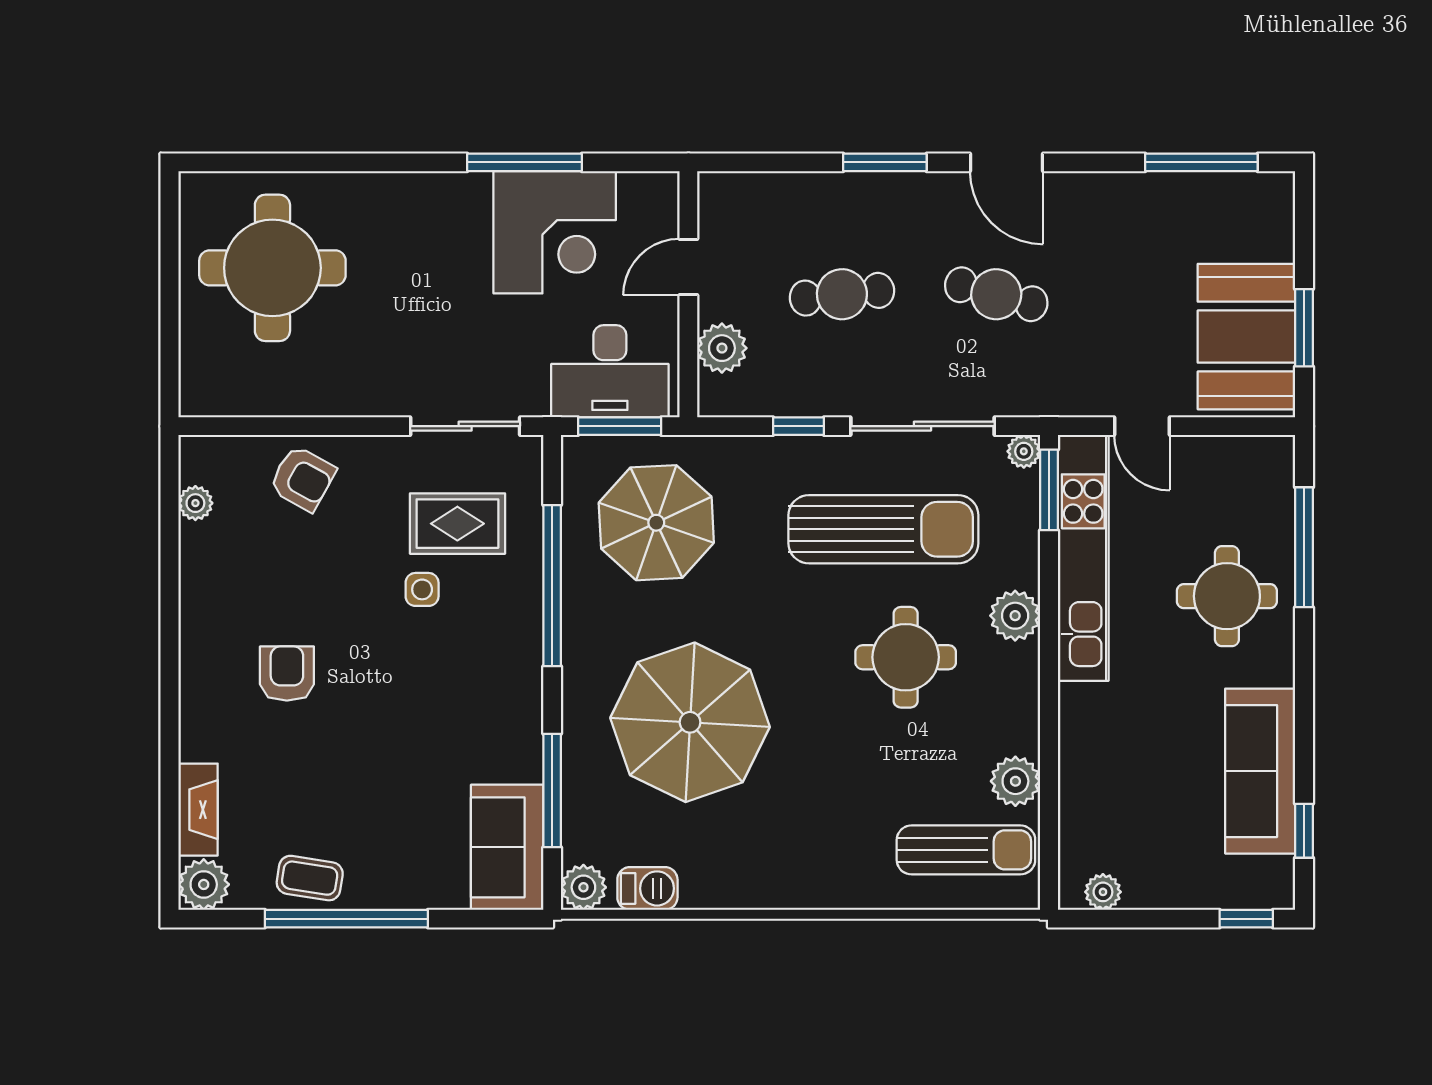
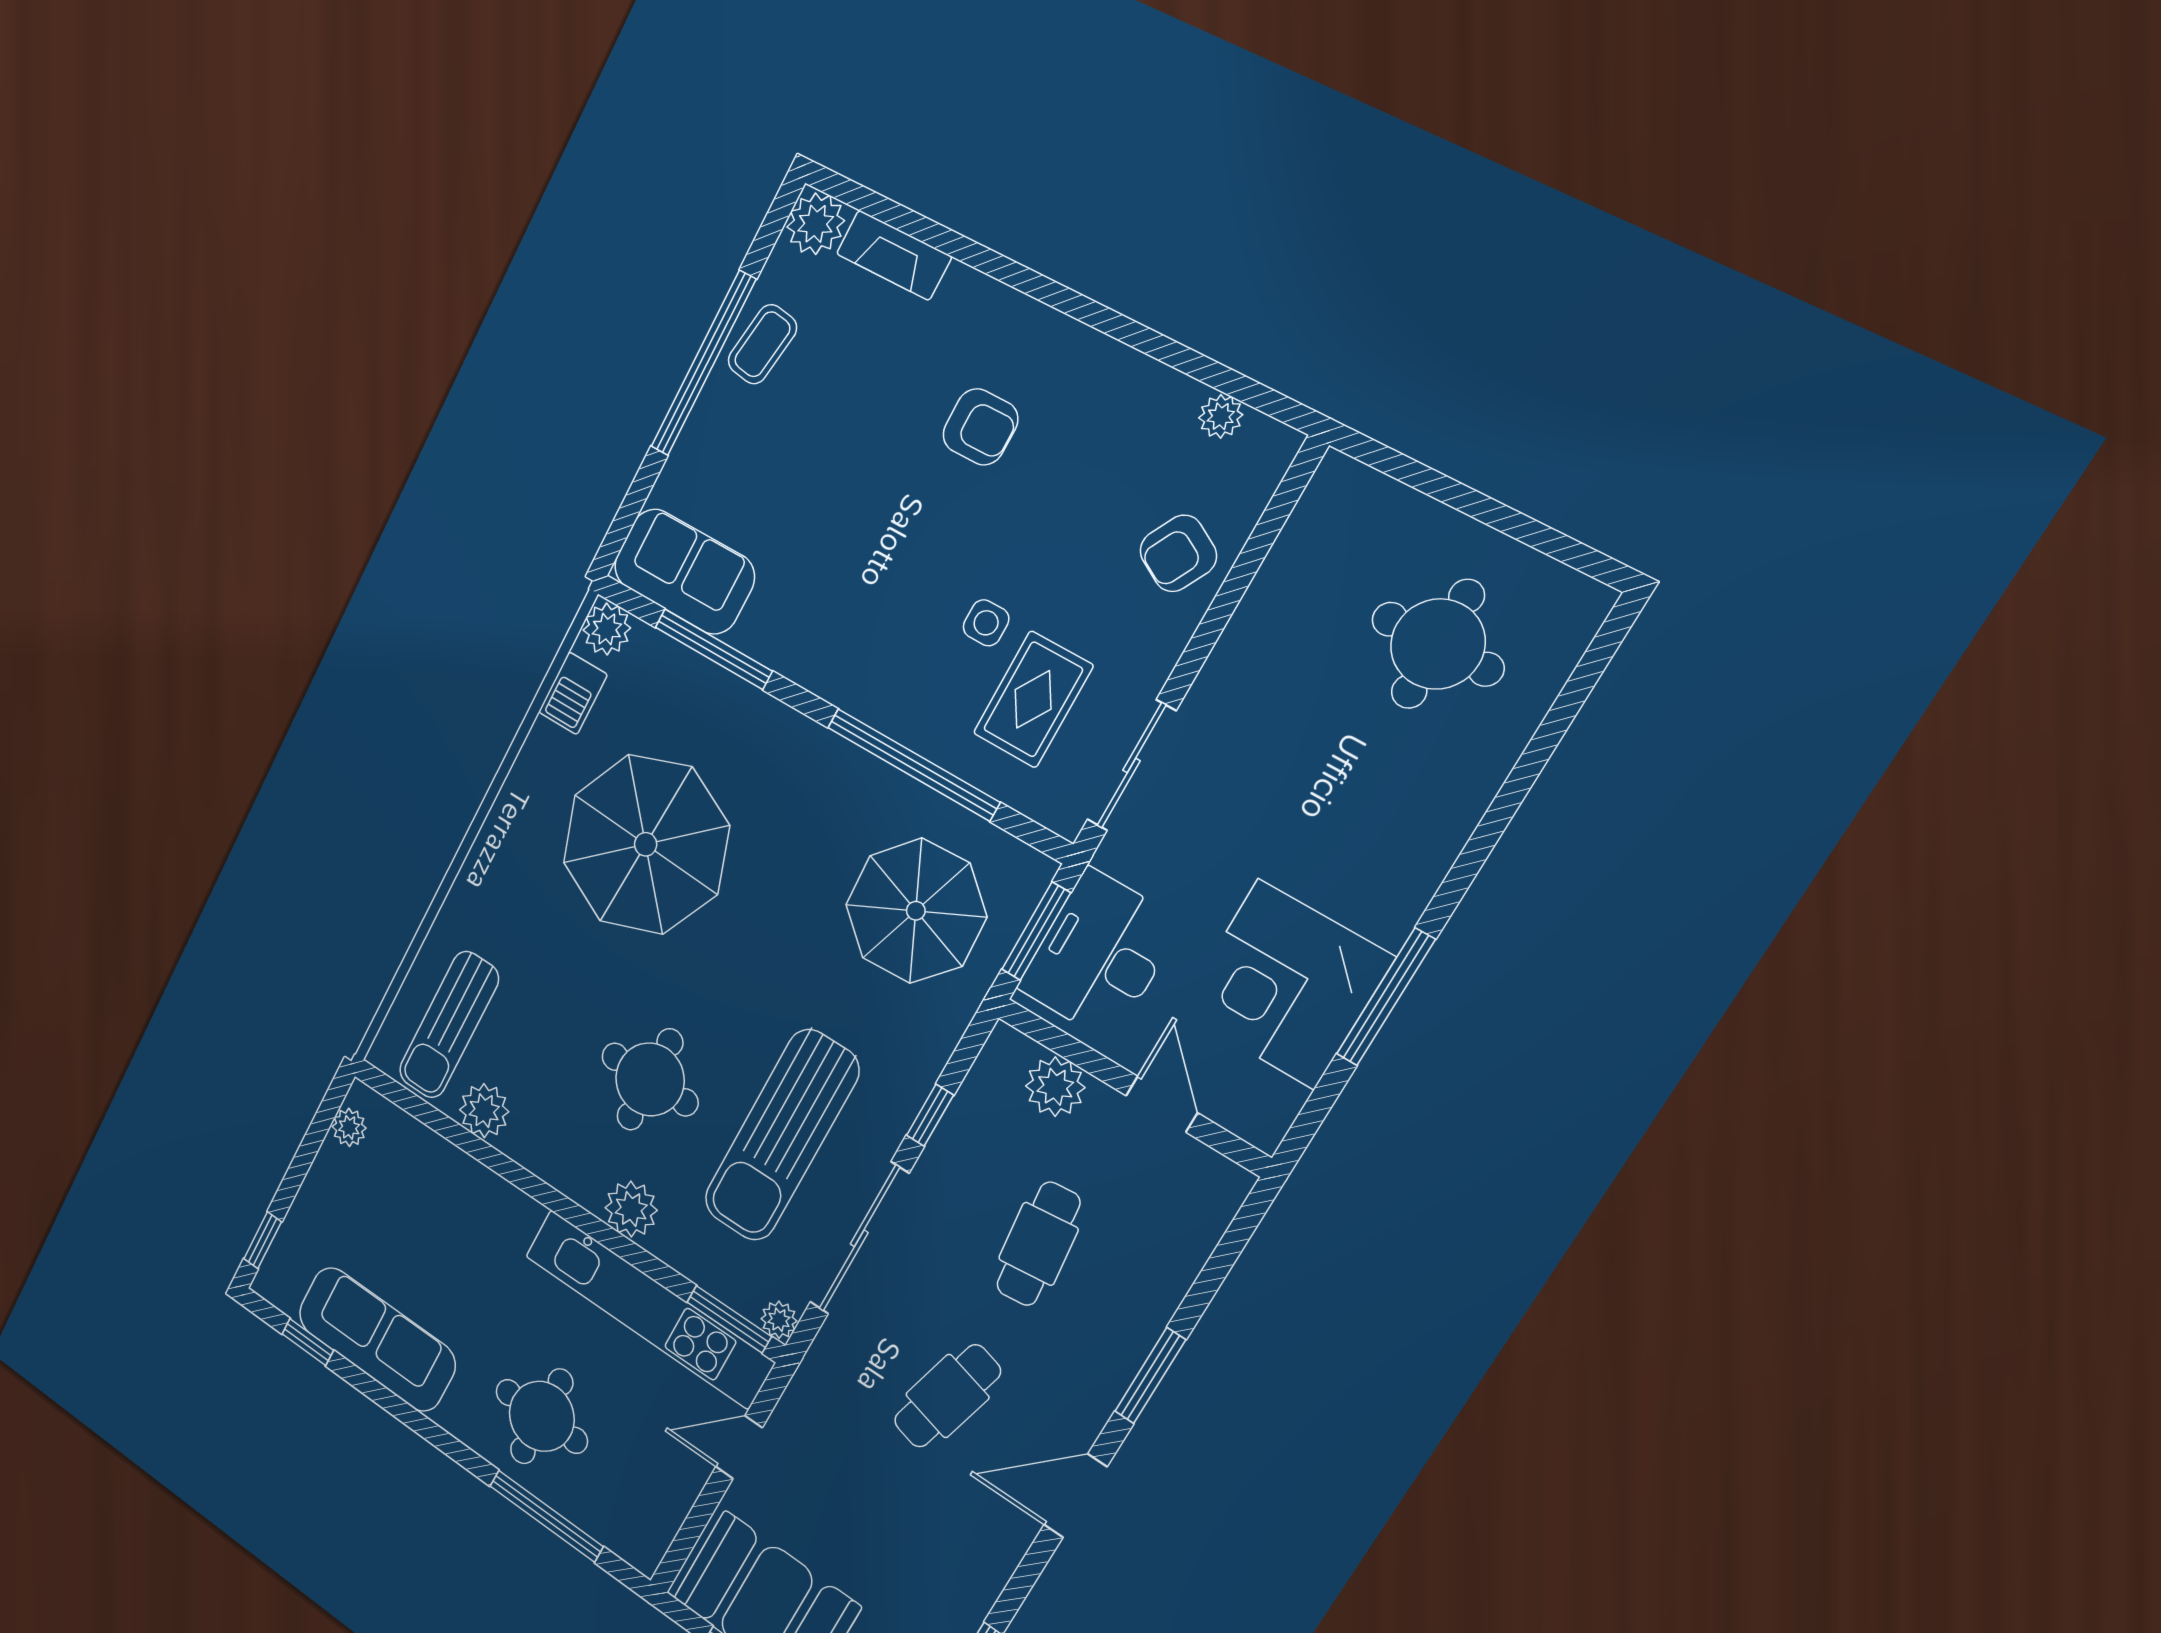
round table: (272, 268) -> (1438, 644), width x0.73, depth x0.73
parasol: (690, 722) -> (646, 844), moved

